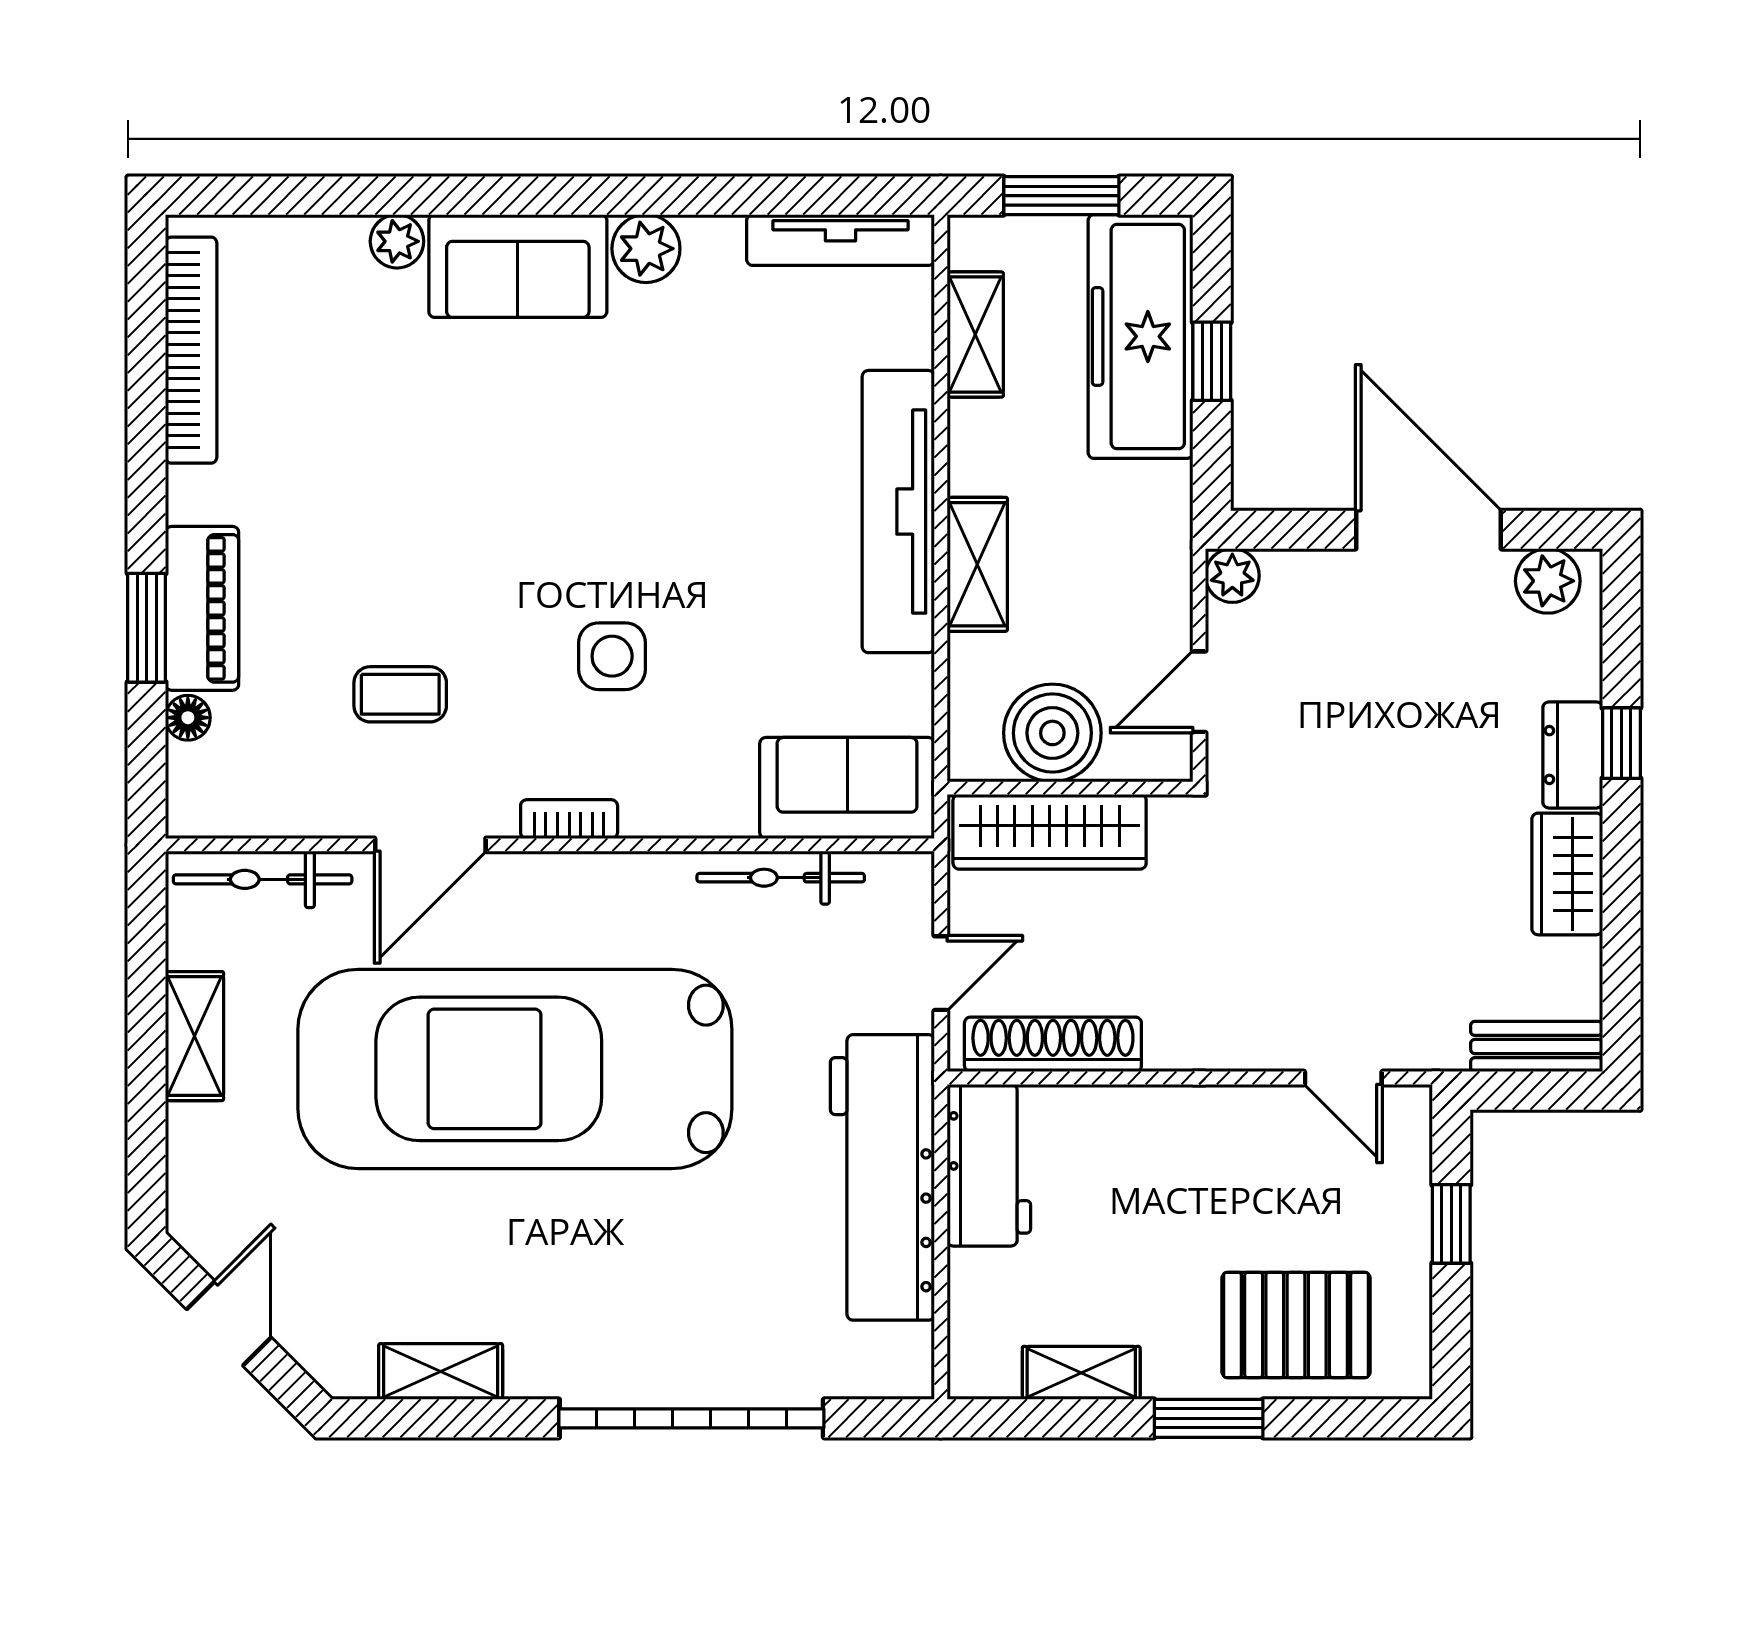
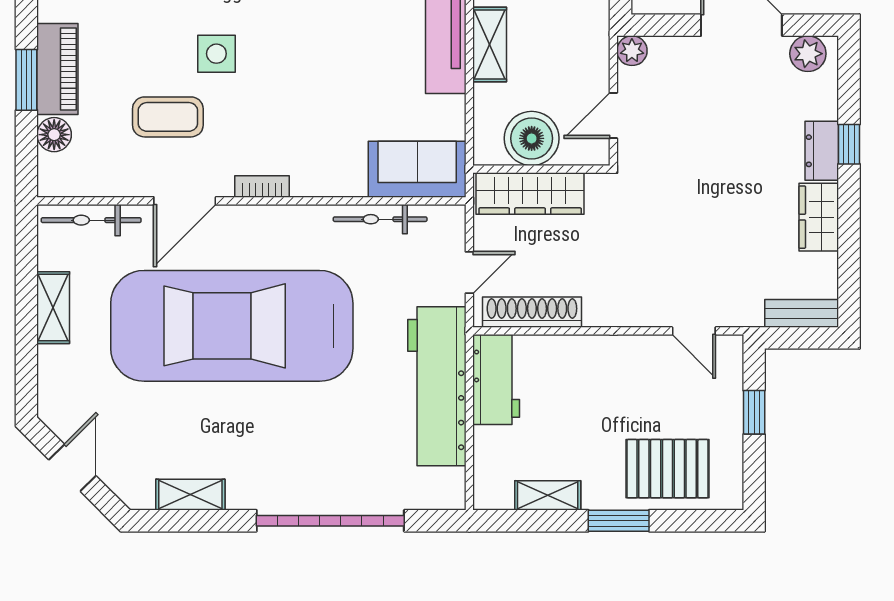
side table: (612, 656) -> (216, 54), moved
coffee table: (400, 694) -> (168, 117), width x1.36, depth x1.30
floor lamp: (188, 718) -> (54, 135), width x1.37, depth x1.37

